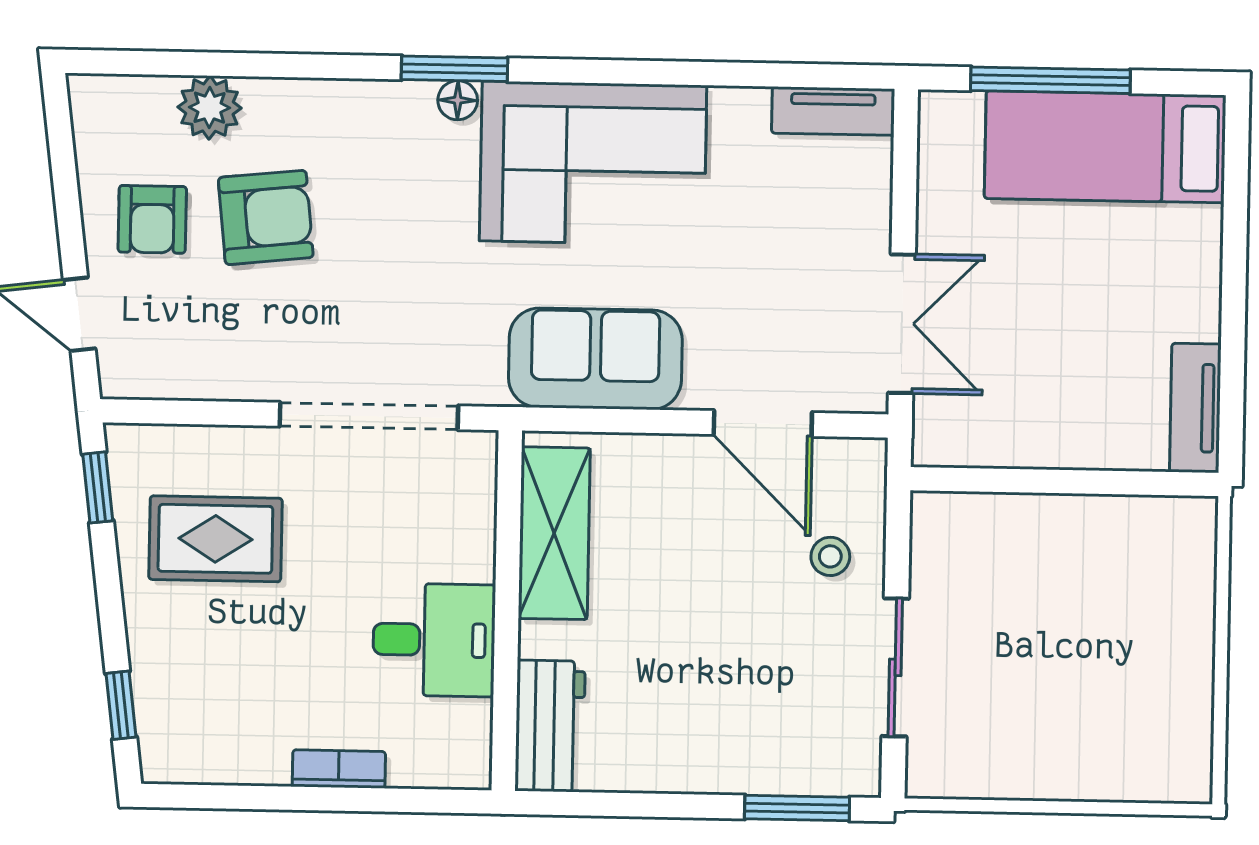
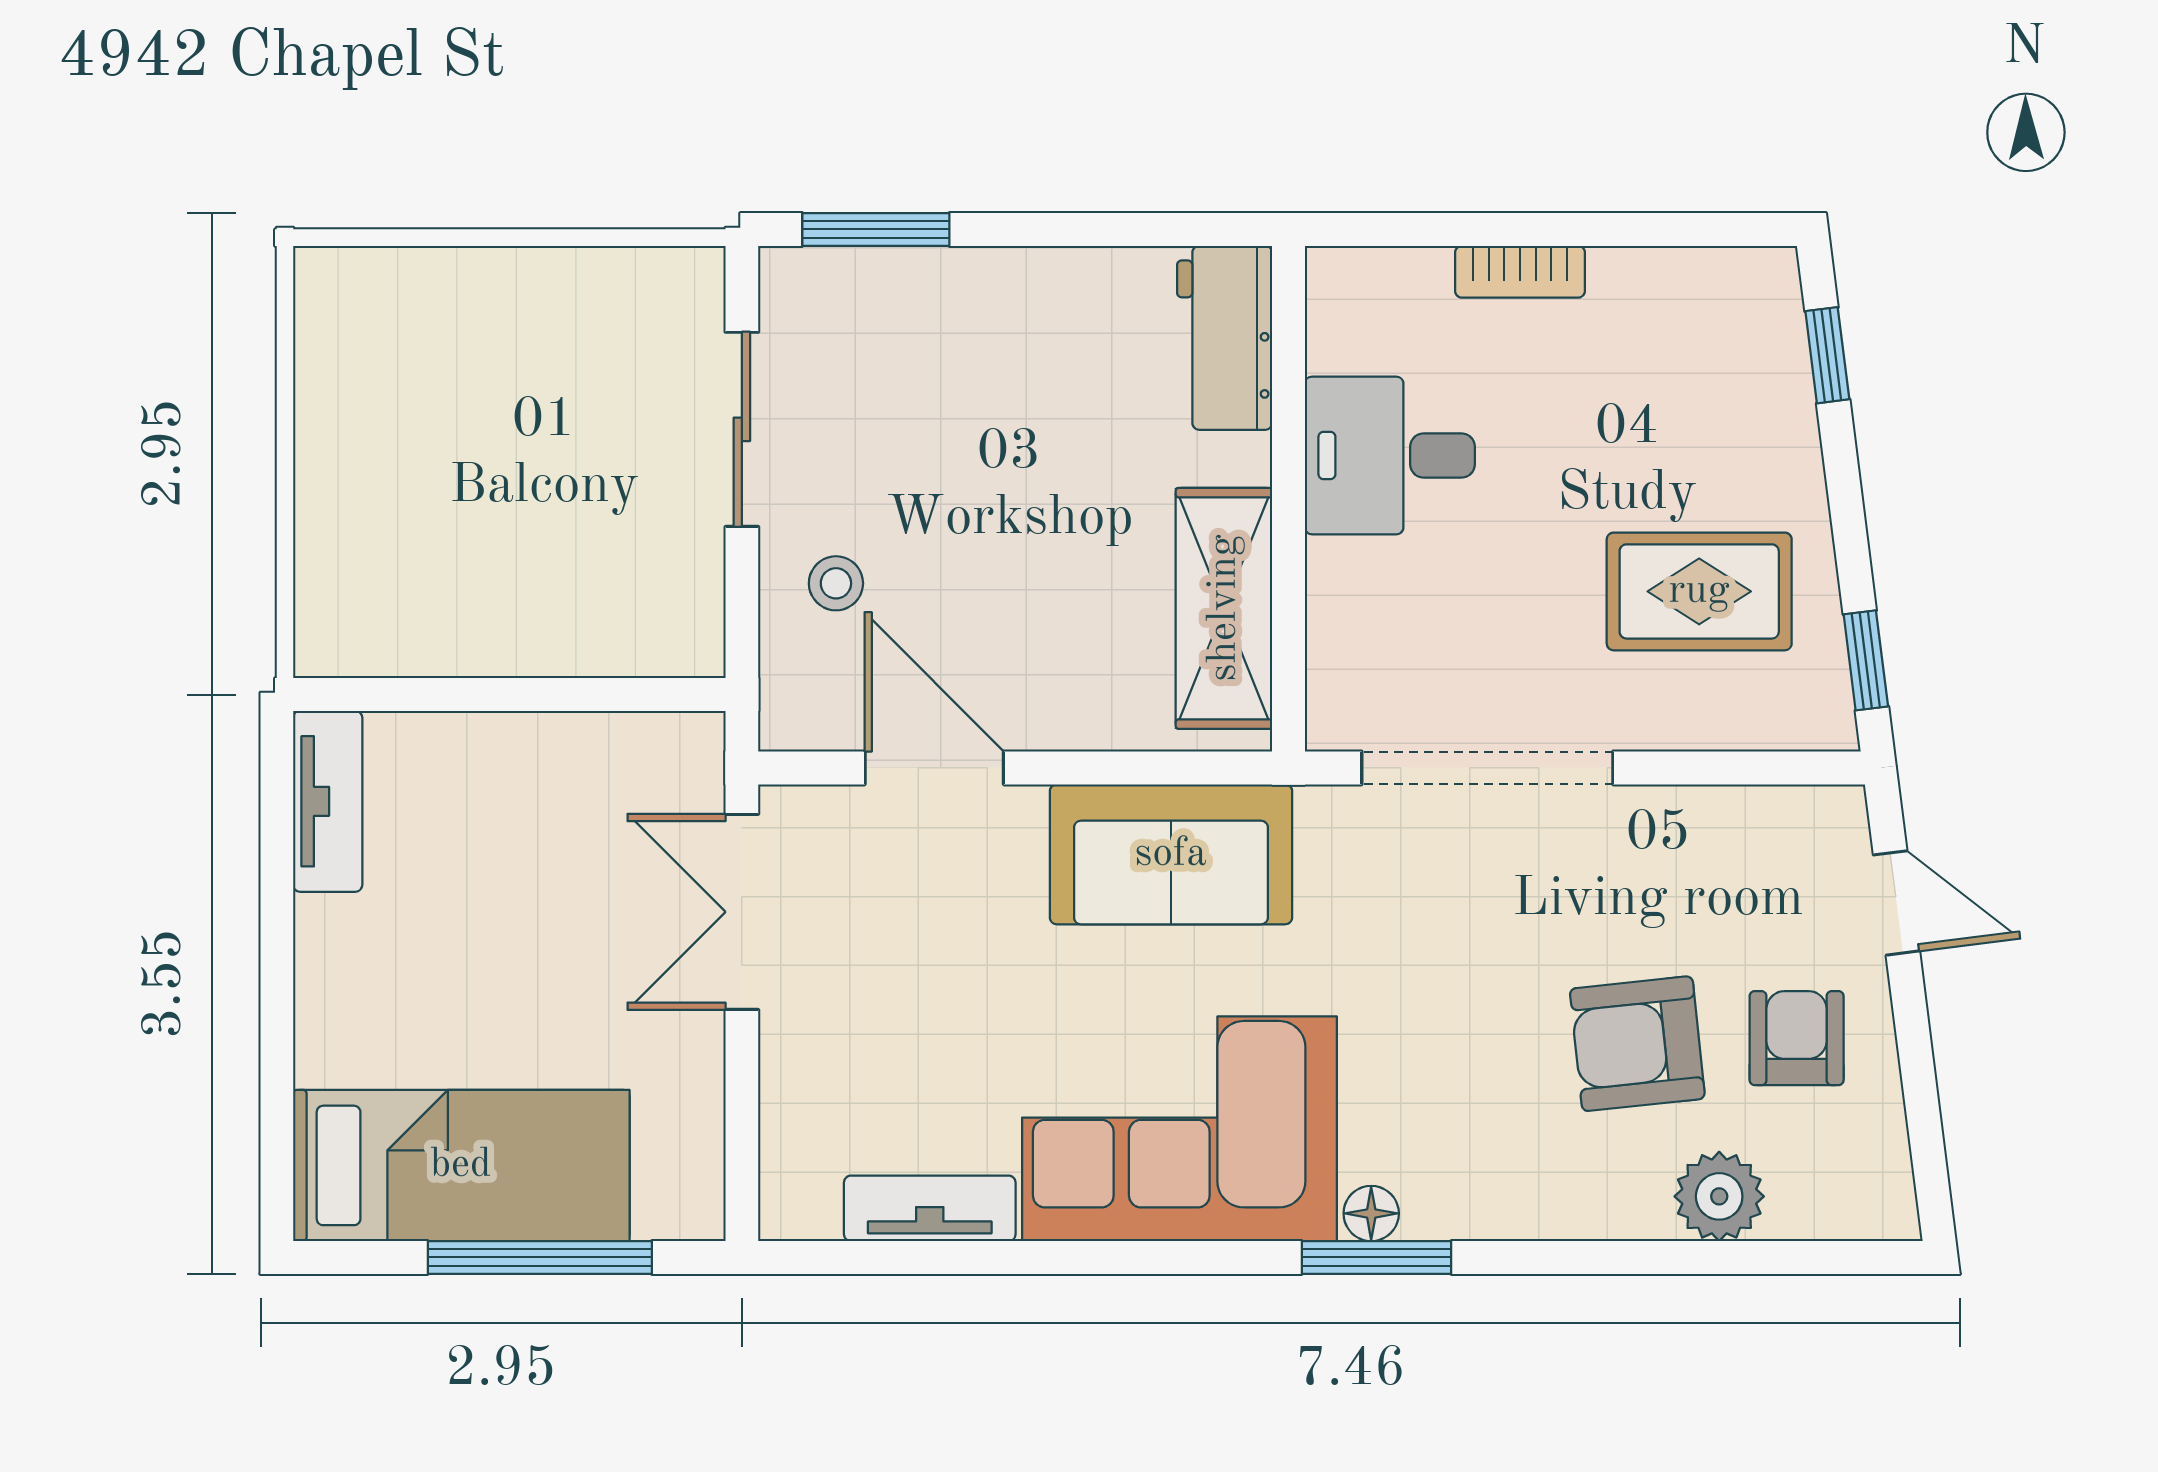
tv unit: (833, 111) -> (930, 1208), moved

